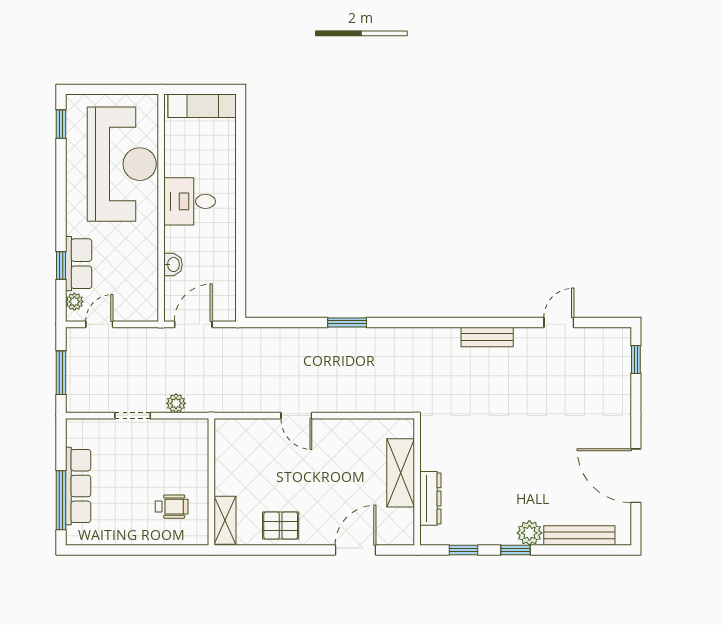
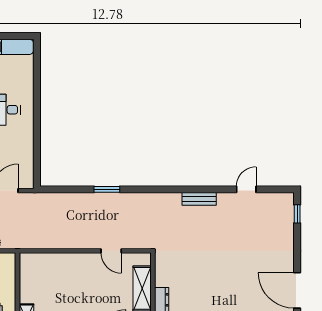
door: (296, 416) -> (111, 251), moved

